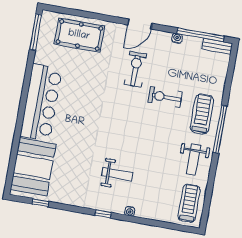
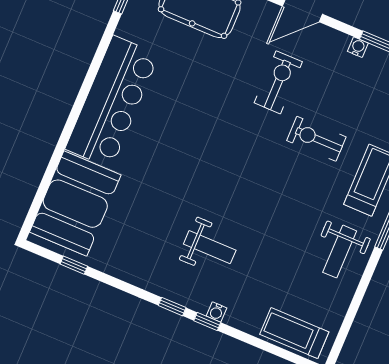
treadmill: (189, 203) -> (294, 333), moved, turned -90
window: (126, 218) -> (207, 321), added

